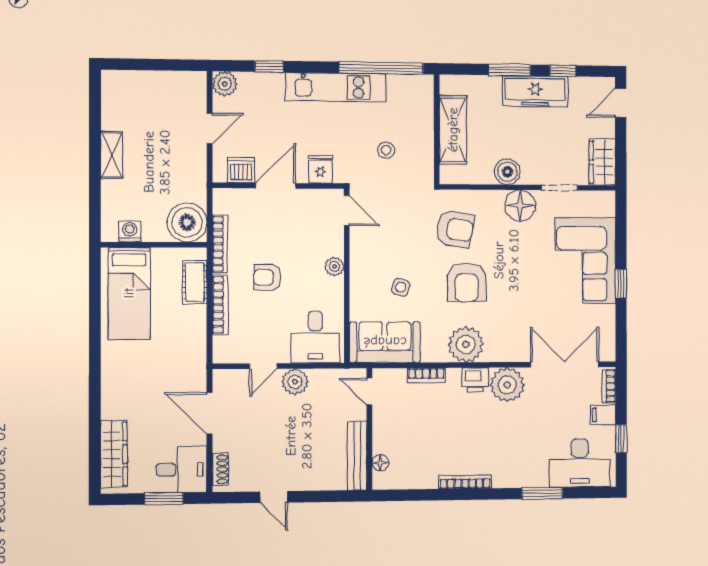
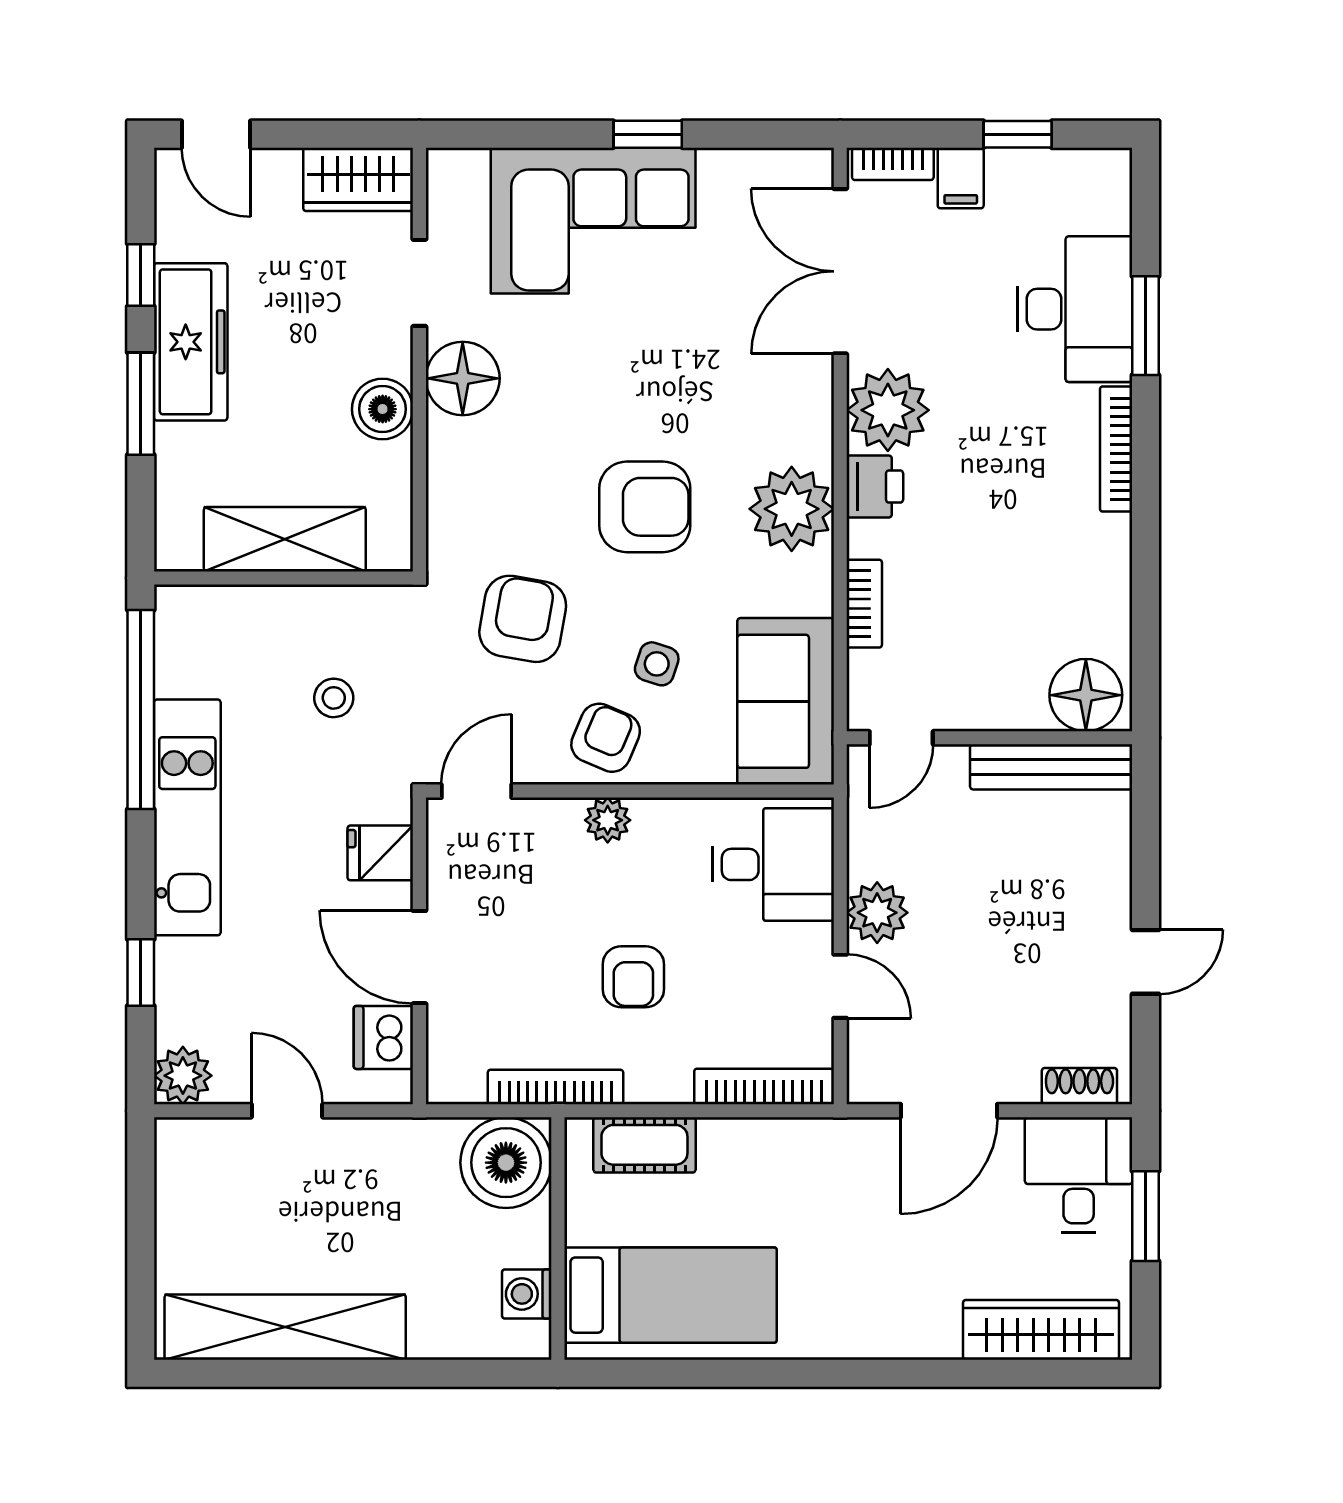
shelving: (112, 155) -> (285, 1327), width x2.20, depth x1.33
armchair: (455, 229) -> (523, 619), moved
armchair: (369, 266) -> (606, 738), added
bookcase: (220, 305) -> (764, 1086), moved
floor lamp: (380, 463) -> (1086, 695), width x1.89, depth x1.89
desk: (580, 463) -> (1075, 309), moved
bookcase: (465, 482) -> (1116, 449), moved

